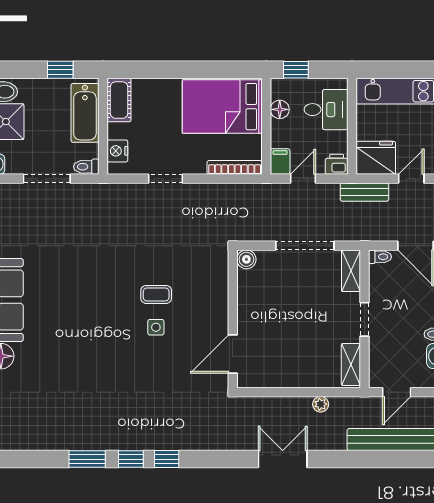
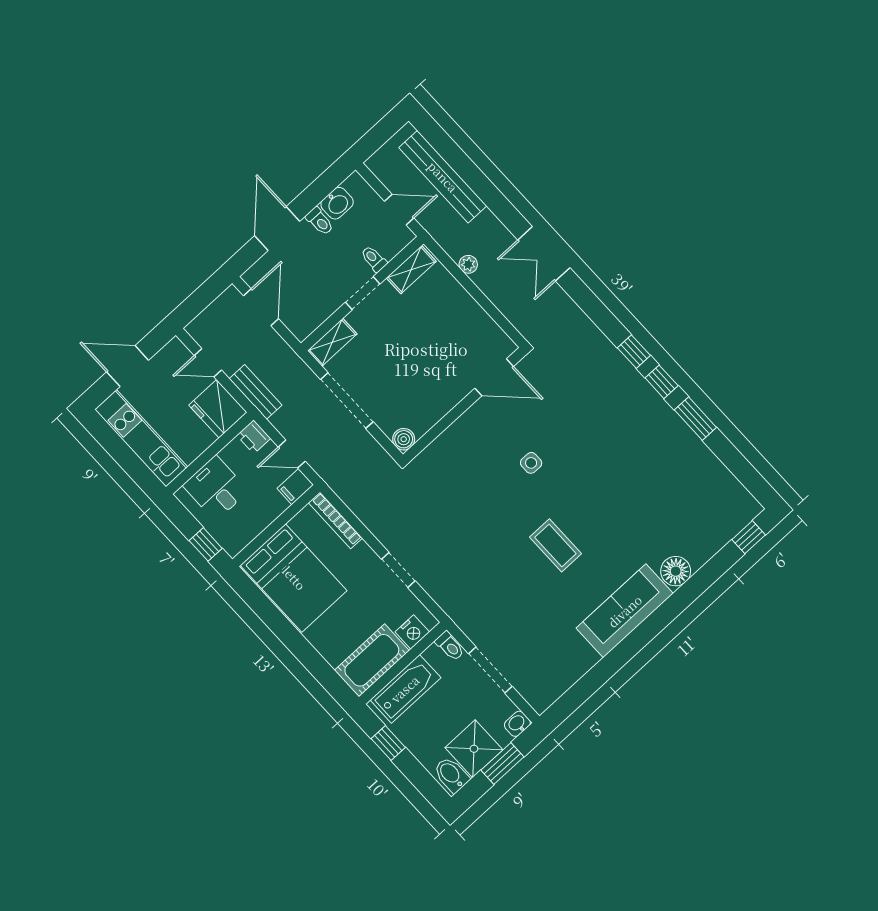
cot: (119, 100) -> (372, 660), width x1.37, depth x1.34
floor lamp: (280, 109) -> (251, 527), removed
toilet: (380, 257) -> (374, 259), moved
coffee table: (156, 294) -> (555, 545), moved, width x1.36, depth x1.30

